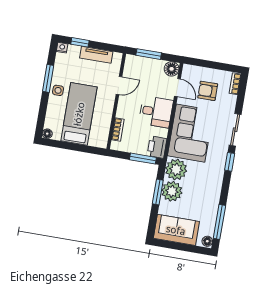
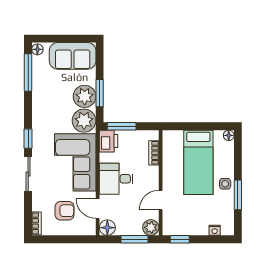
window: (80, 42) -> (180, 239), moved
nightstand: (62, 48) -> (215, 230), moved
tv unit: (96, 55) -> (191, 229), removed
plant: (132, 62) -> (151, 227), added

